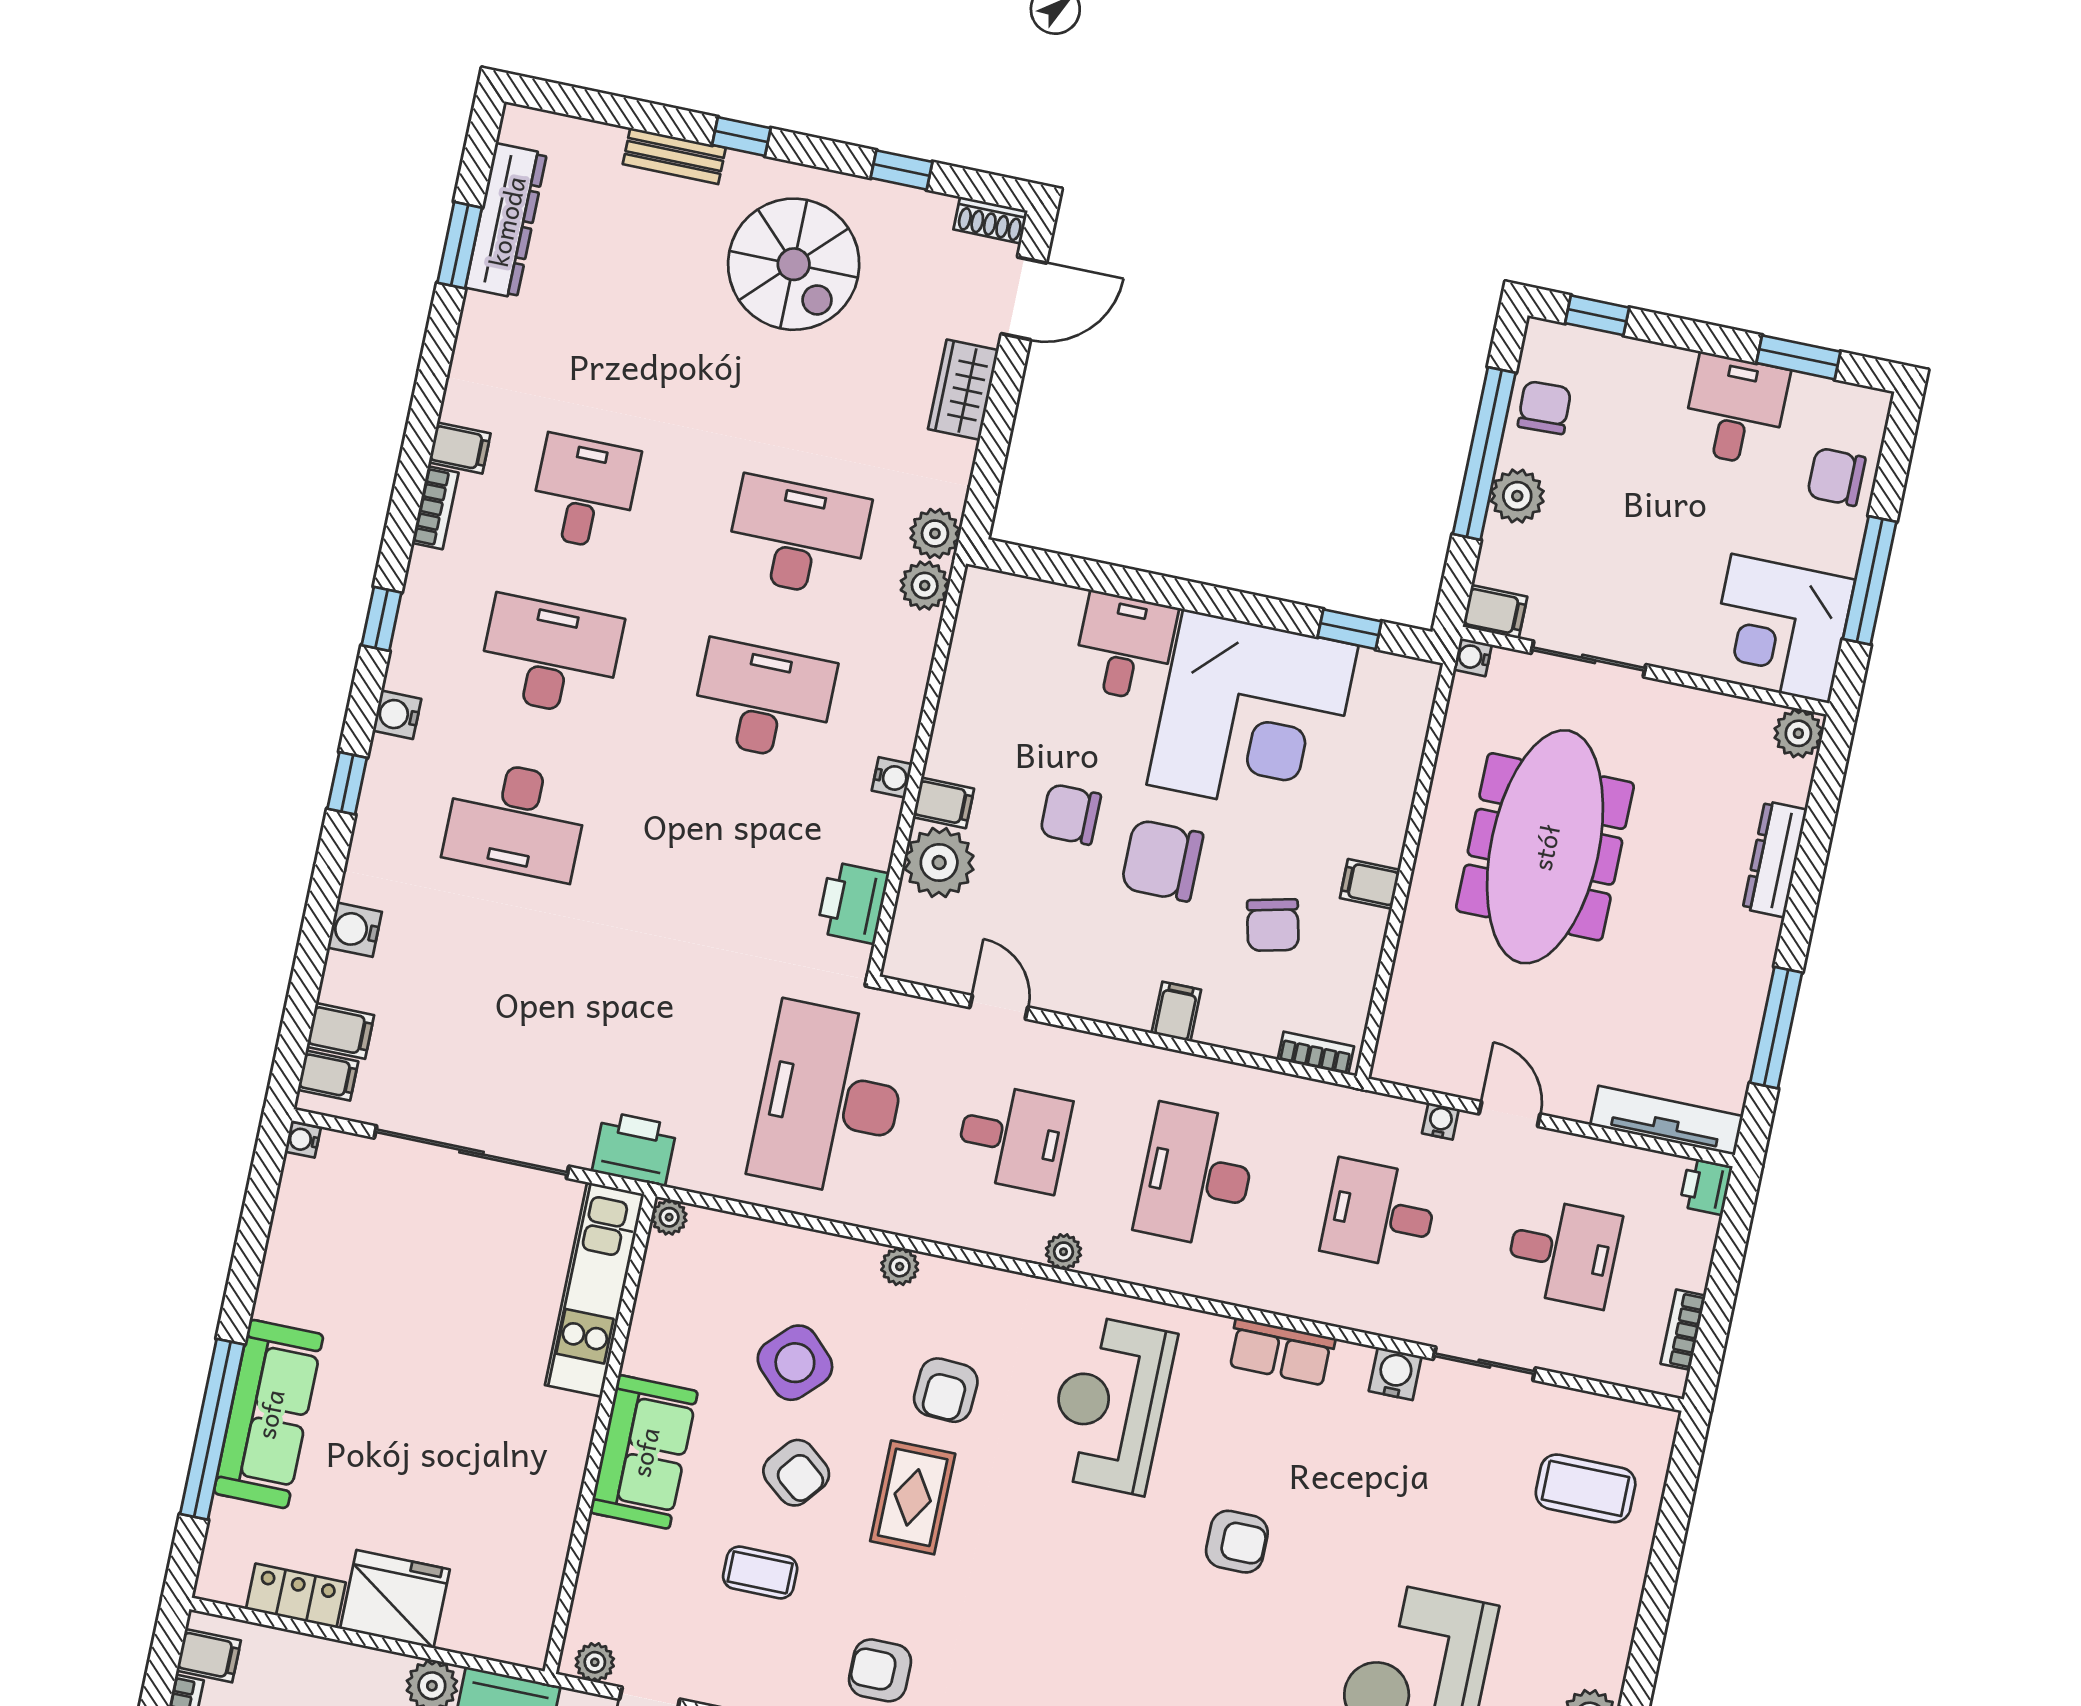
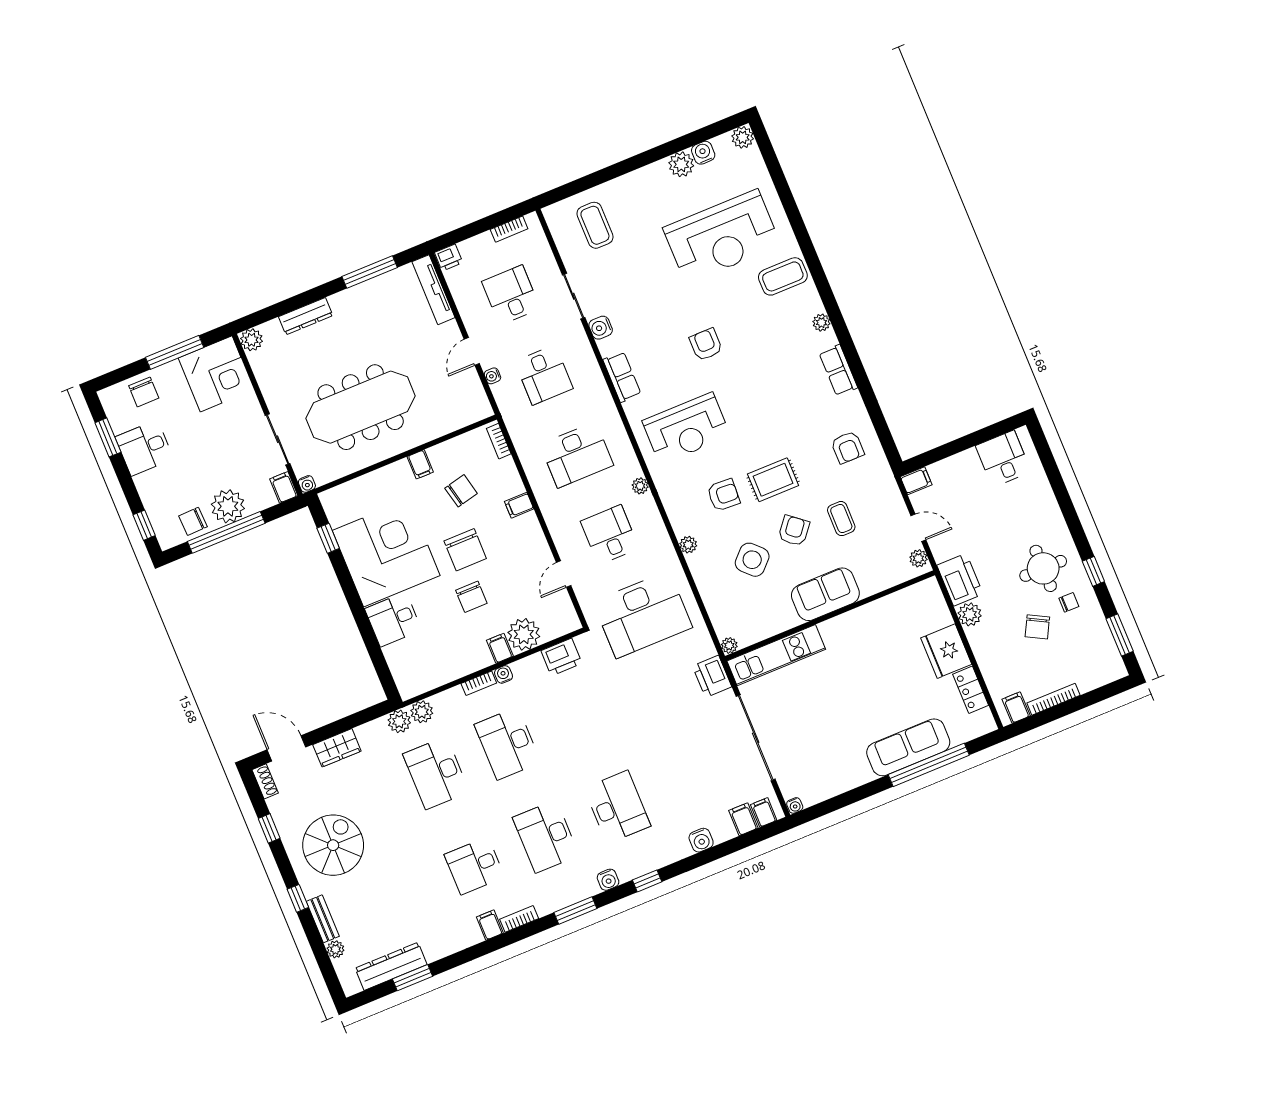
plant: (604, 142) -> (335, 949), added
plant: (1517, 496) -> (228, 506), width x1.36, depth x1.36
window: (382, 619) -> (575, 910), width x1.50
bookcase: (906, 722) -> (479, 683), added

